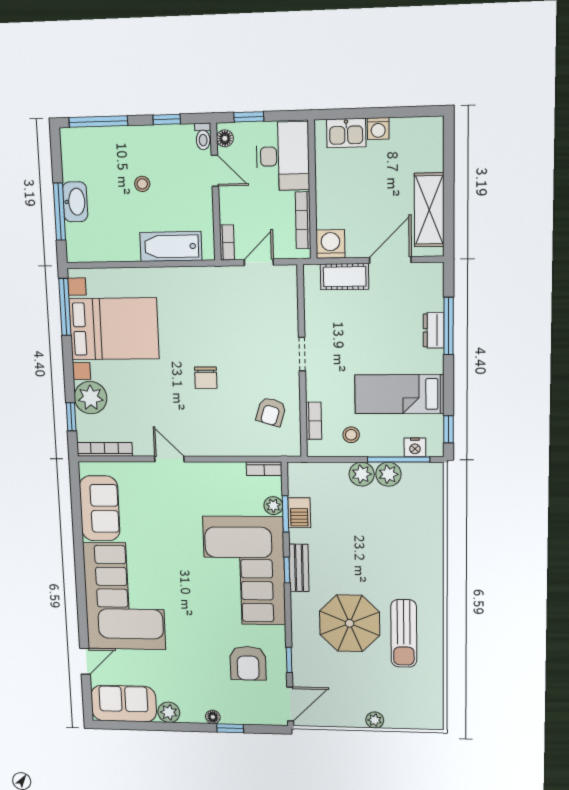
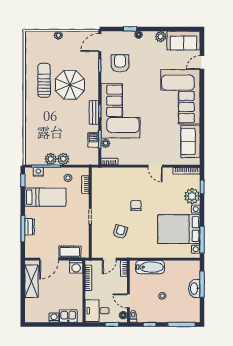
desk: (283, 156) -> (97, 311), width x0.73
armchair: (271, 412) -> (120, 232), moved

